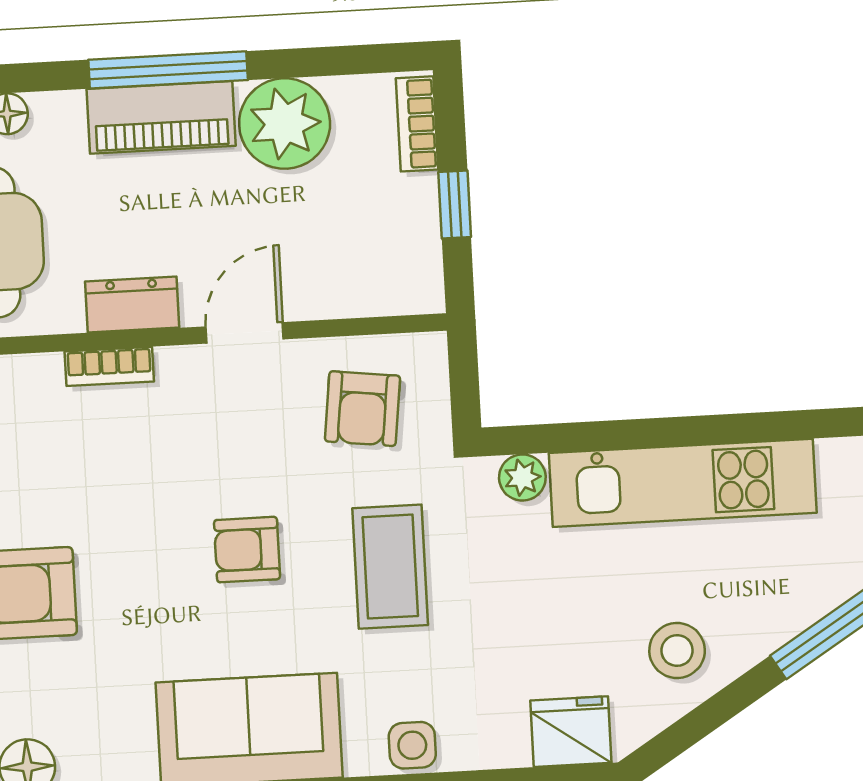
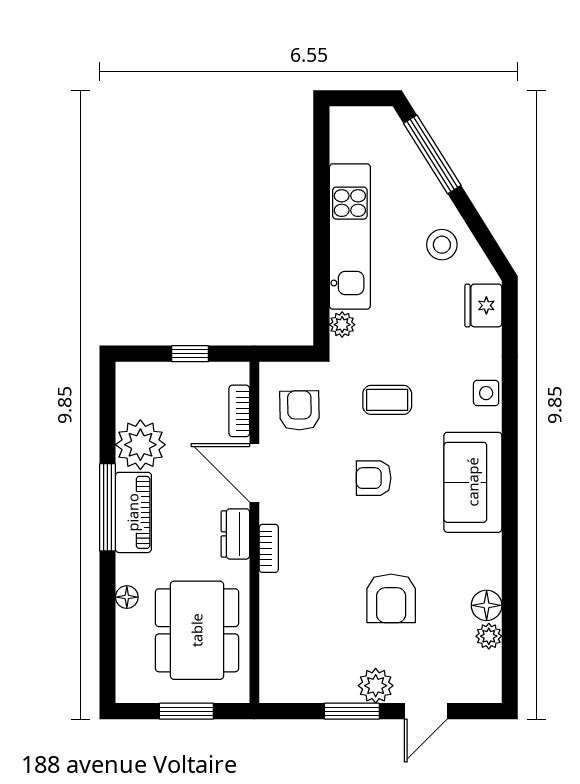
bookcase: (417, 124) -> (239, 411), moved, turned 90
door: (245, 333) -> (254, 473), width x1.38
armchair: (363, 409) -> (300, 410), turned -98
armchair: (247, 550) -> (374, 478), turned 90
coffee table: (390, 567) -> (387, 400), width x0.73, depth x0.77

